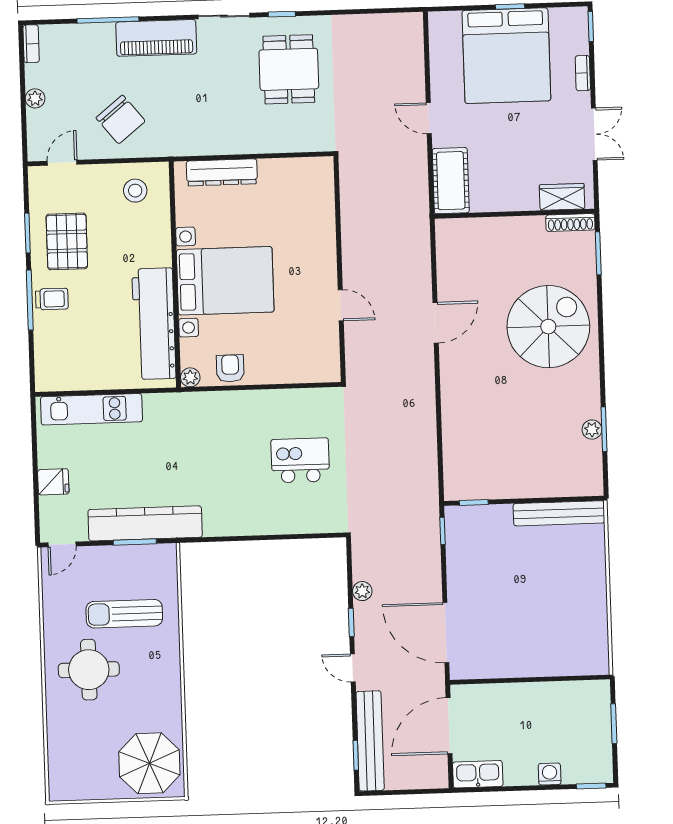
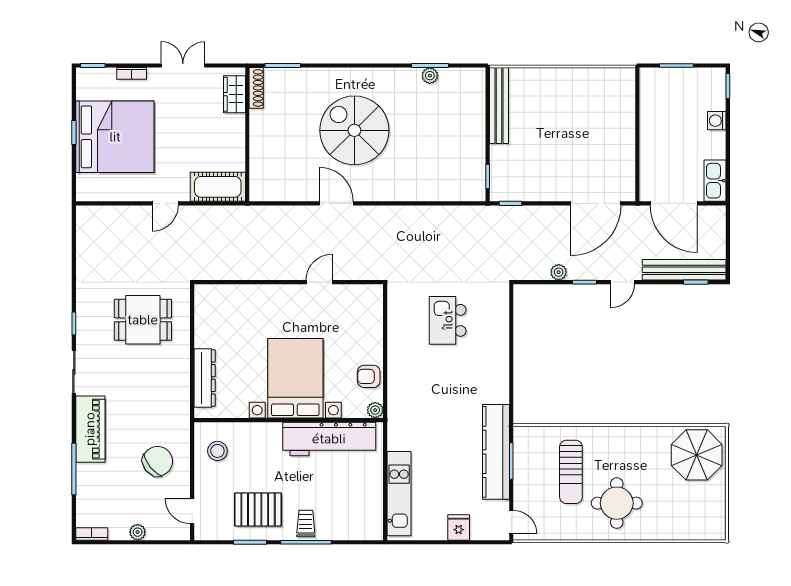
dining table: (289, 69) -> (143, 320), moved
spiral stairs: (548, 327) -> (354, 130), moved

